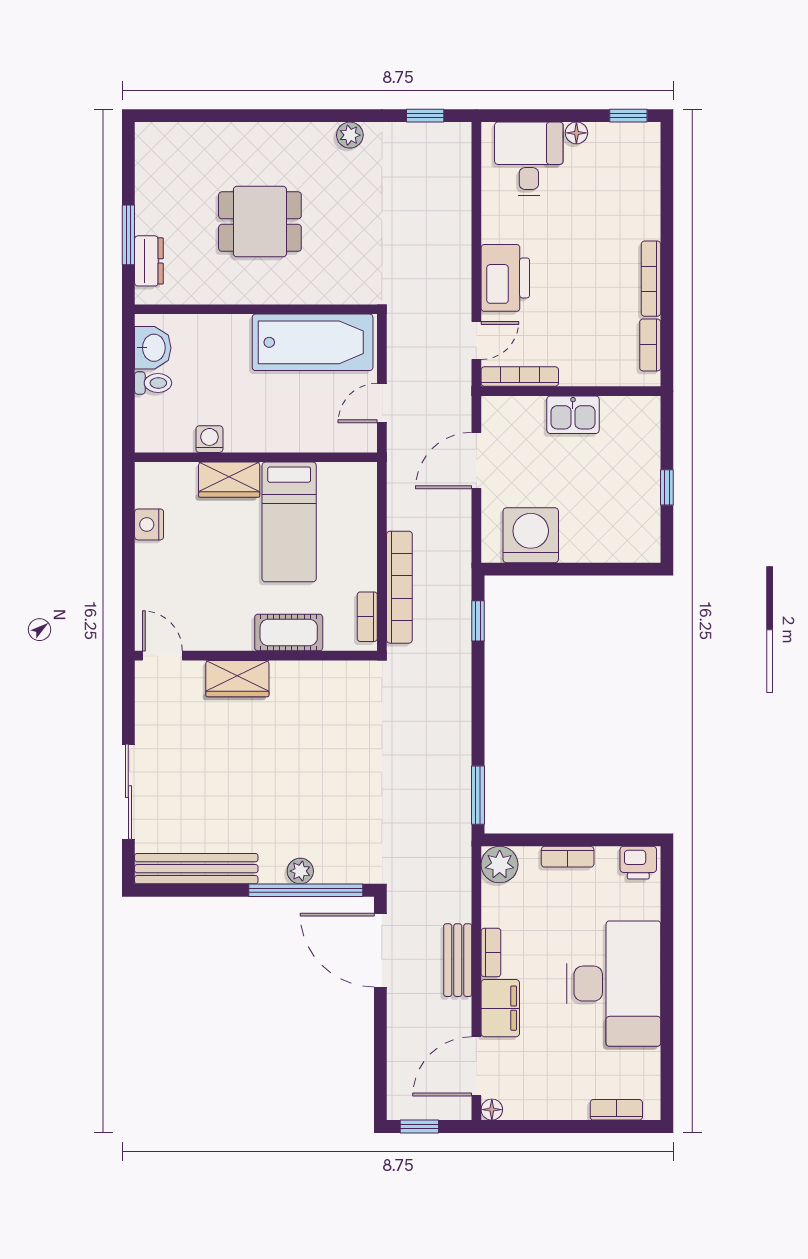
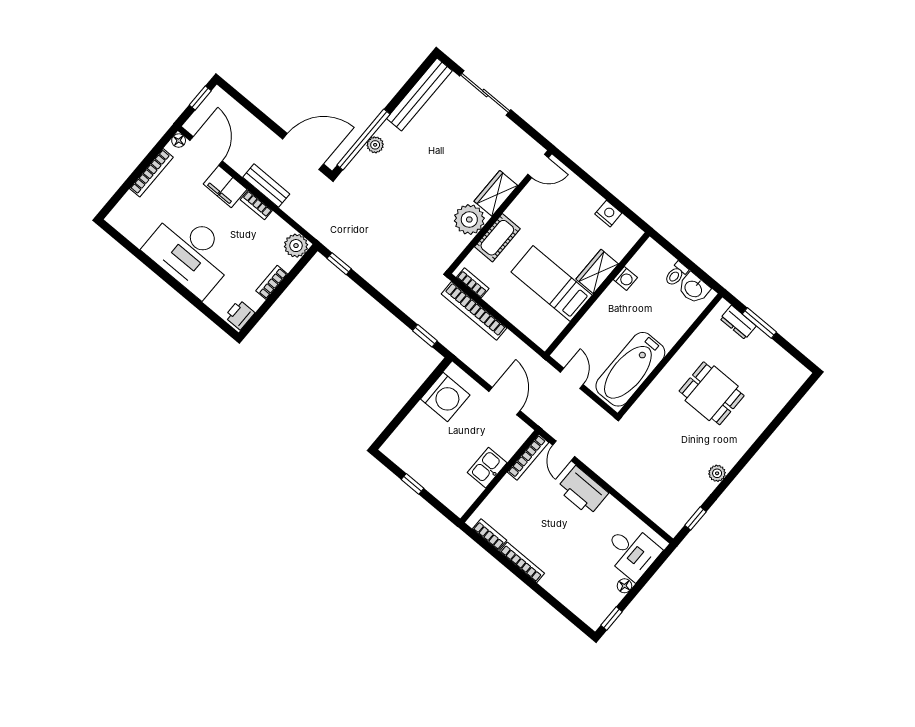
dining table: (260, 222) -> (712, 393), turned 90
plant: (295, 684) -> (469, 219), added
window: (478, 795) -> (339, 264), width x0.67
bookcase: (616, 1110) -> (151, 173), moved, width x1.56

